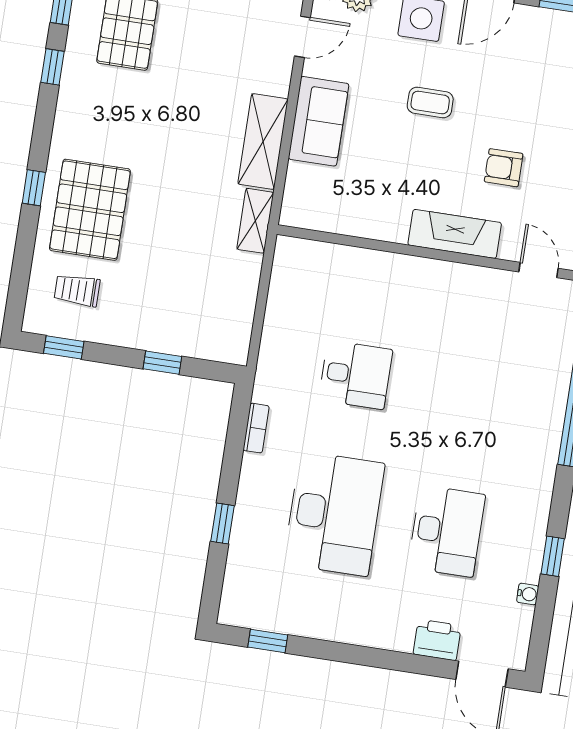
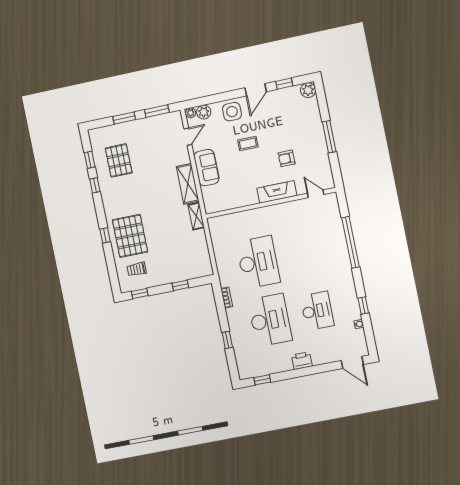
desk: (356, 375) -> (258, 262), width x1.87, depth x1.30
printer: (437, 640) -> (302, 361), moved

